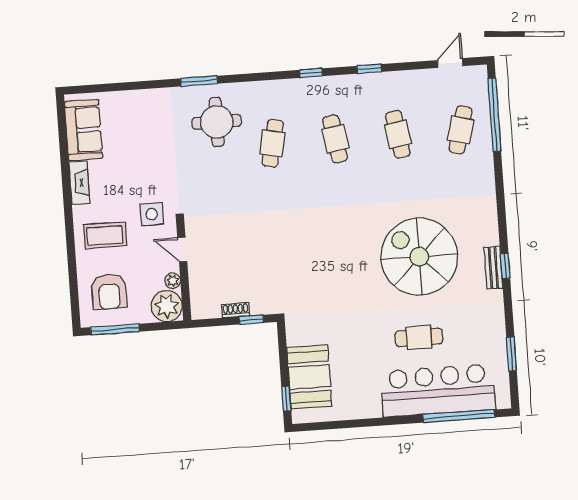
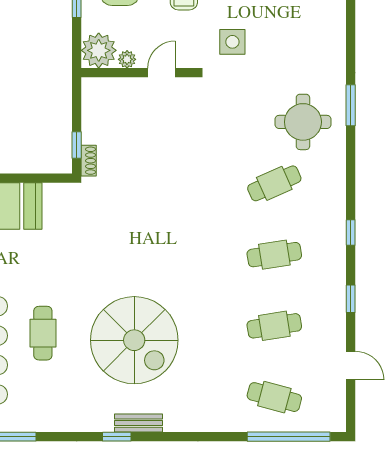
door: (450, 63) -> (351, 366), moved
cafe table: (273, 143) -> (274, 183), turned -36
side table: (152, 214) -> (232, 42), moved
spiral stairs: (419, 257) -> (134, 340), turned 90
bench: (493, 268) -> (138, 423), moved
shoe rack: (236, 310) -> (89, 161), moved

